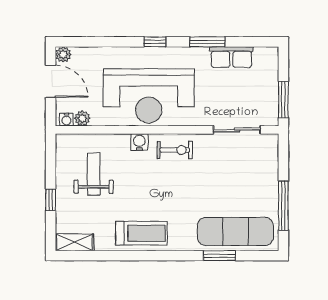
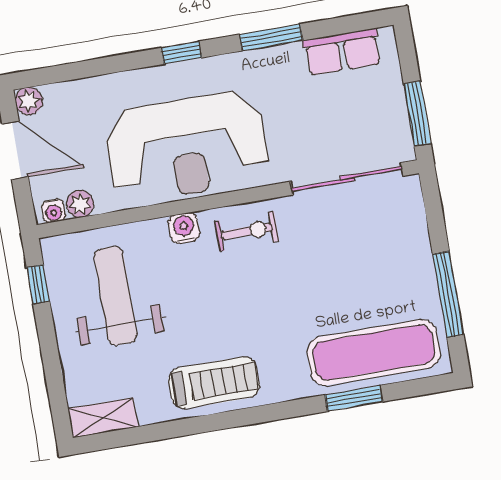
row of seats: (231, 57) -> (342, 52), moved
sliding door: (237, 130) -> (347, 179), width x1.37
weight bench: (94, 174) -> (116, 296), width x1.36, depth x1.33
window: (51, 200) -> (38, 284), moved

